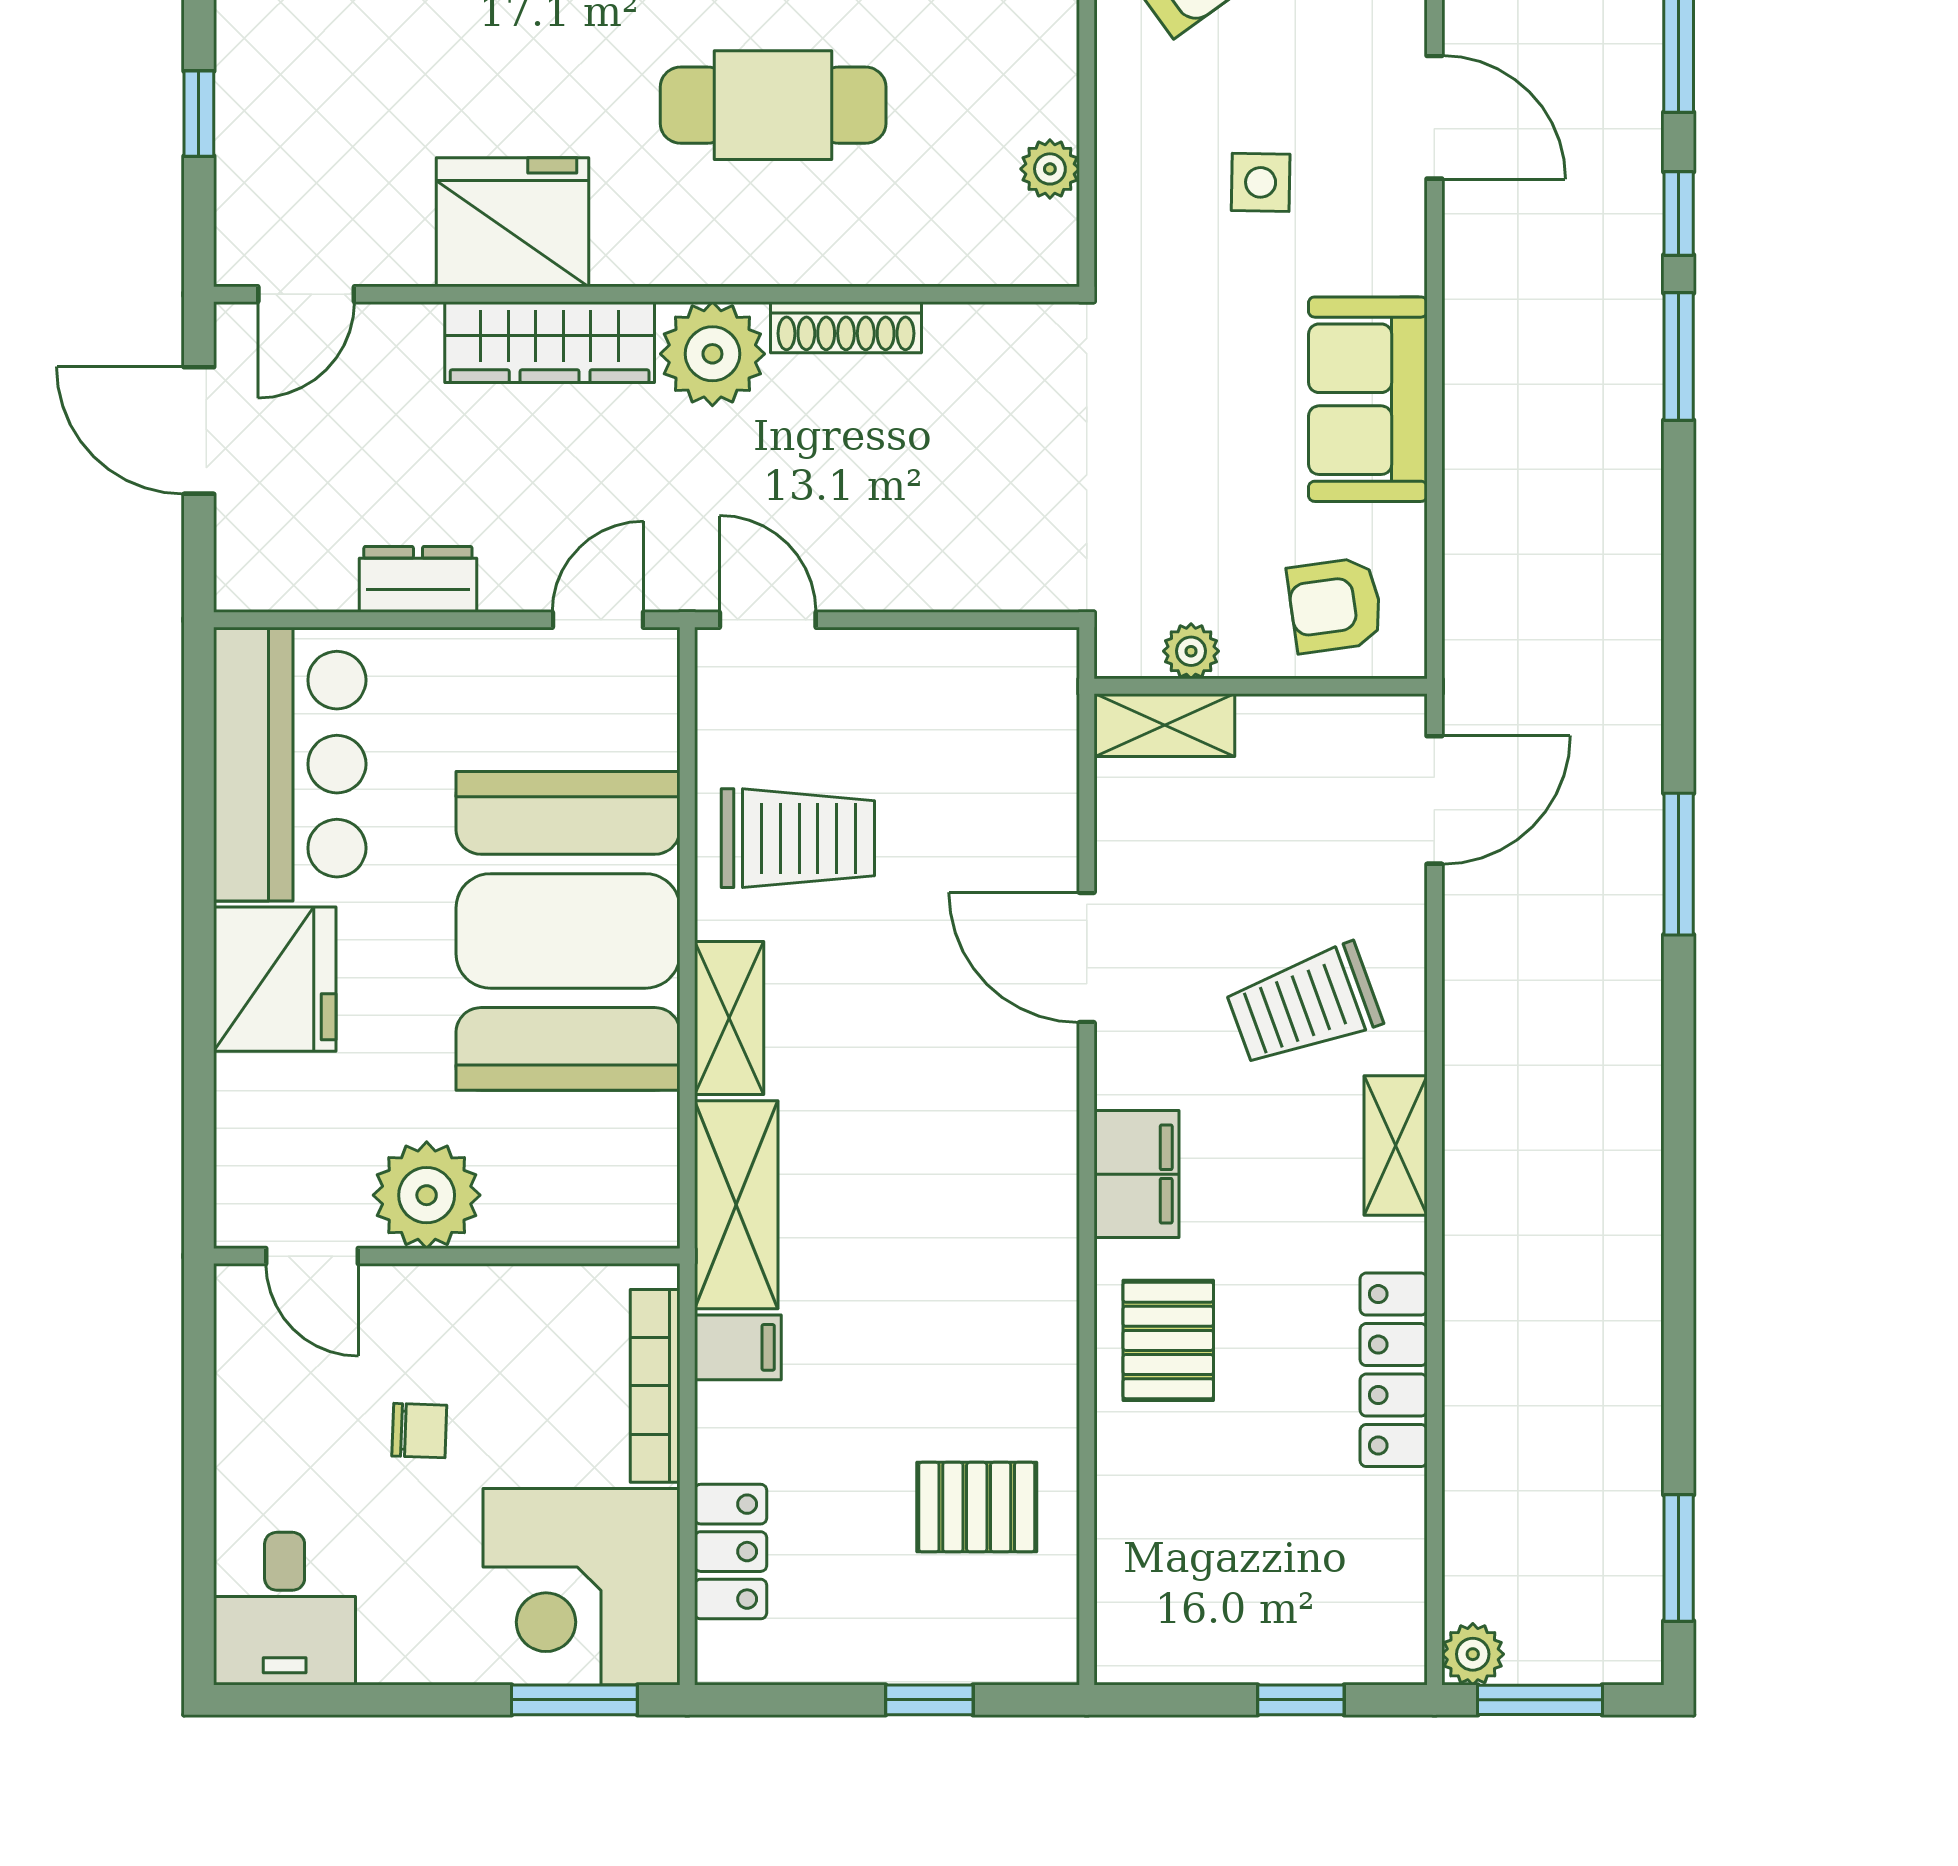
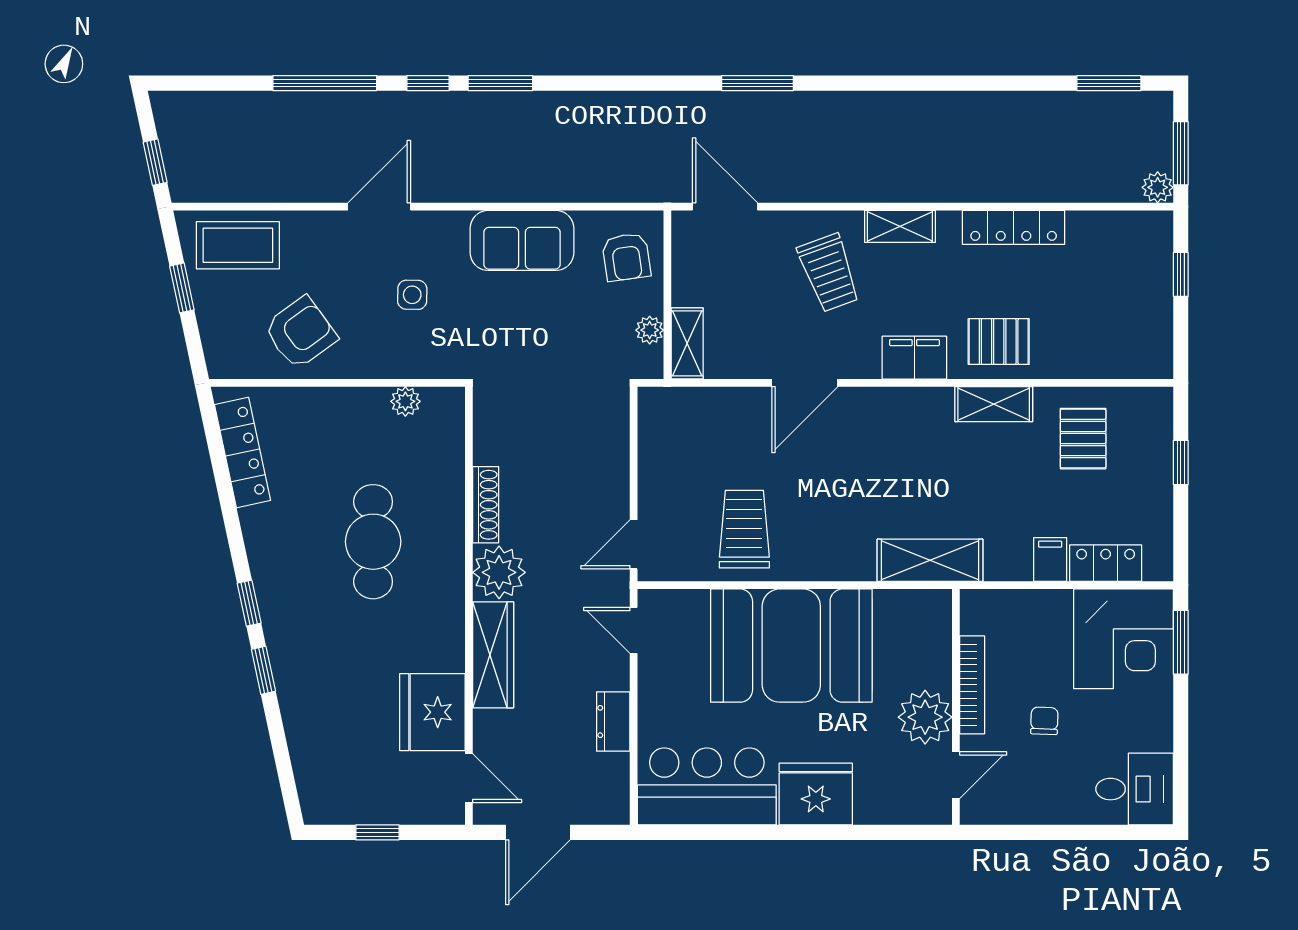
fridge: (513, 222) -> (432, 712), moved
shelving: (729, 1018) -> (994, 404), moved
filing cabinet: (738, 1347) -> (1050, 559), moved
bookcase: (655, 1386) -> (972, 685), moved, turned -90

